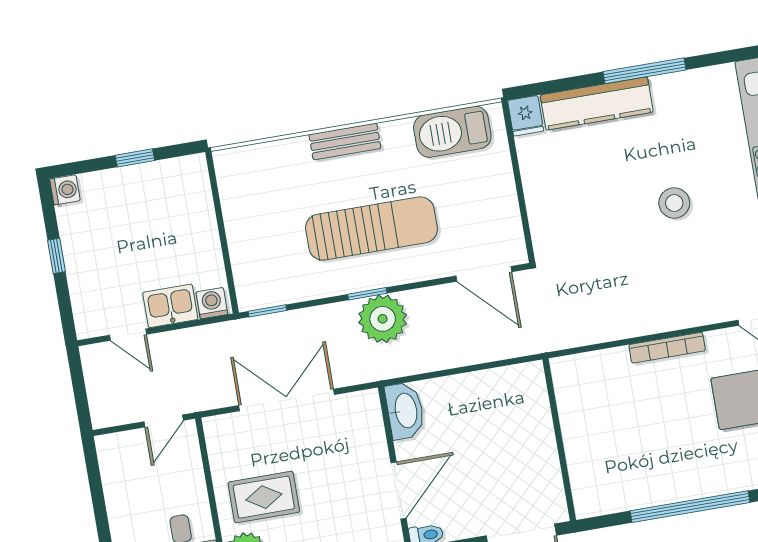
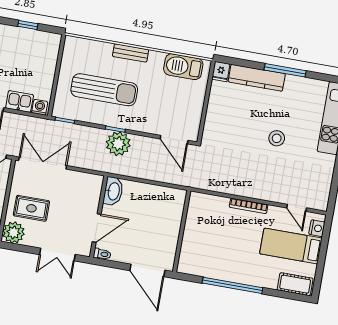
sun lounger: (371, 228) -> (104, 90), moved
double door: (287, 400) -> (43, 163), moved

